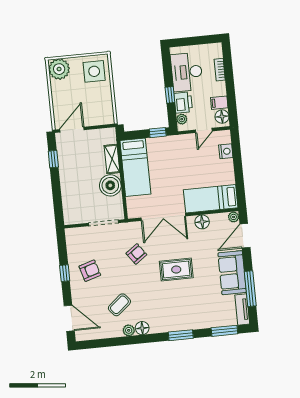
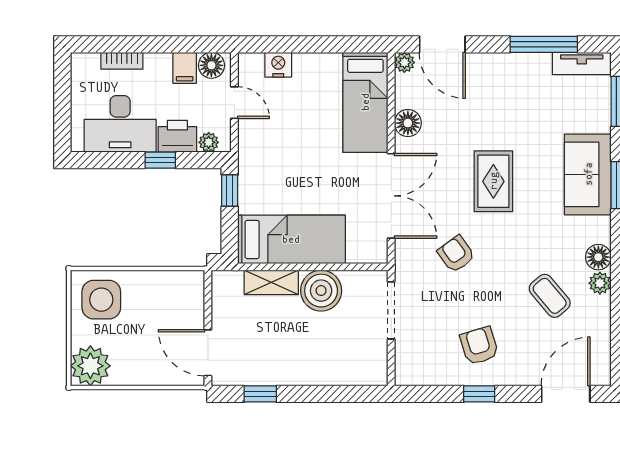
sofa: (232, 273) -> (588, 174), moved, turned 90

